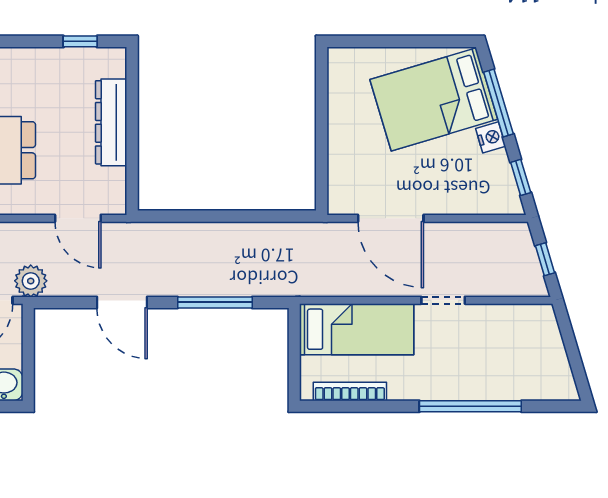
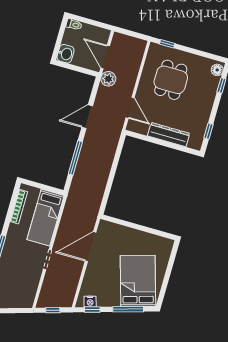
nightstand: (491, 137) -> (90, 302), moved
door: (78, 218) -> (130, 108), swing flipped

